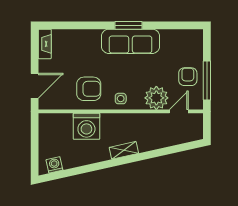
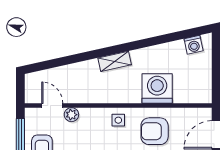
plant: (156, 98) -> (71, 115), width x0.53, depth x0.53
door: (179, 111) -> (52, 106), swing flipped

